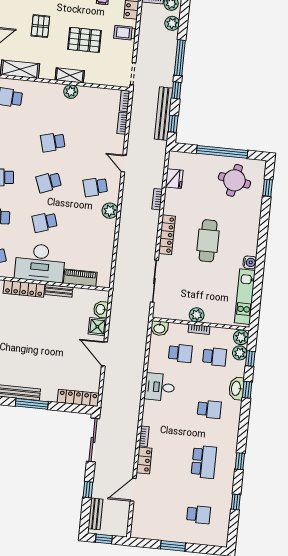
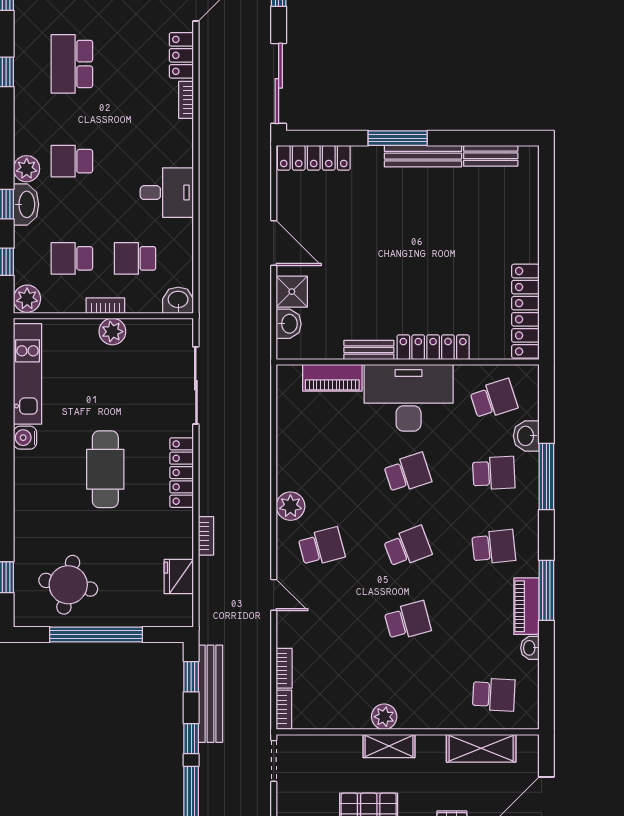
plant: (240, 353) -> (27, 169), moved

